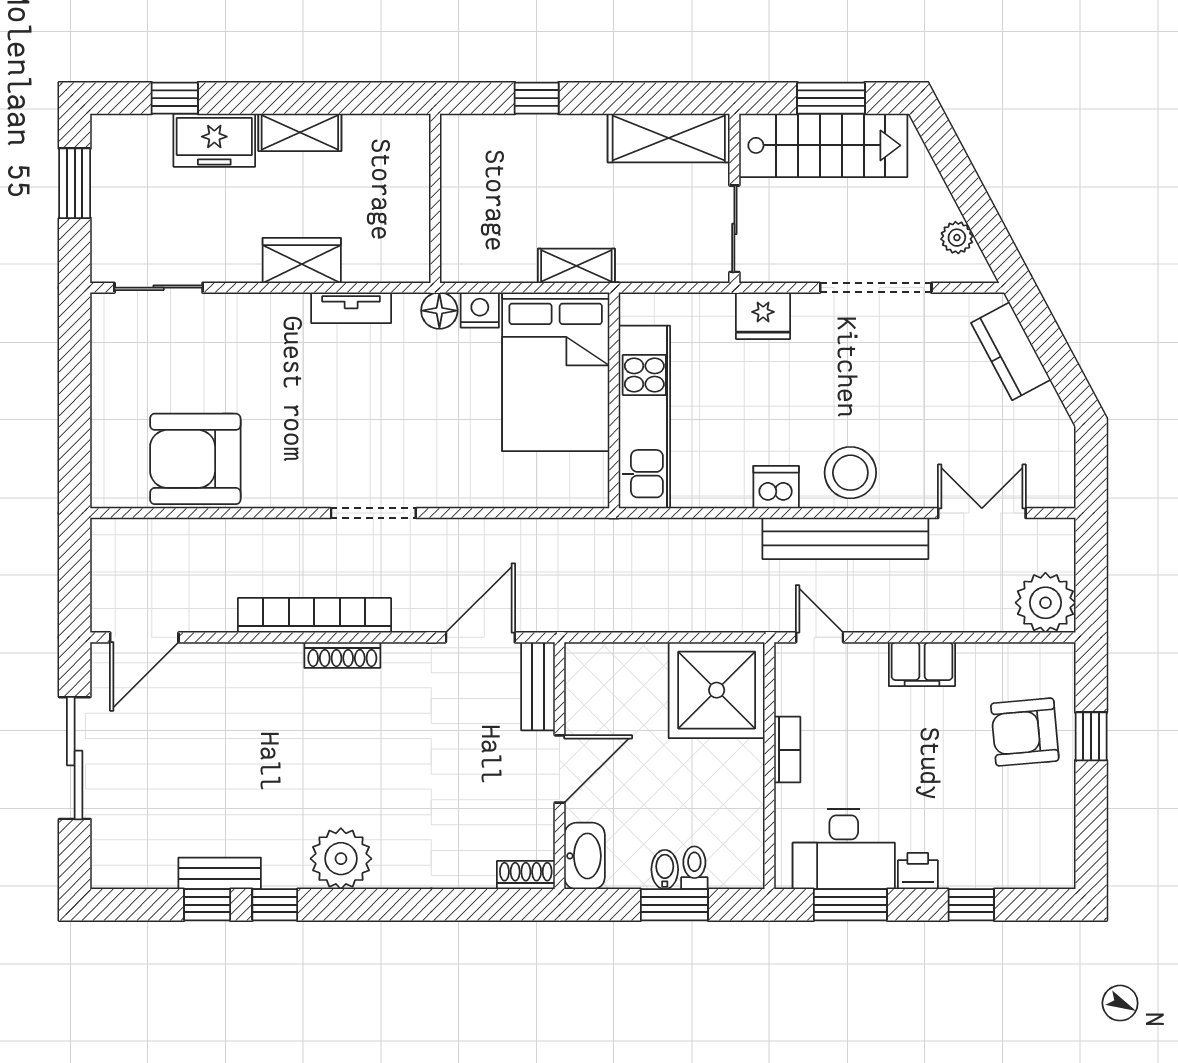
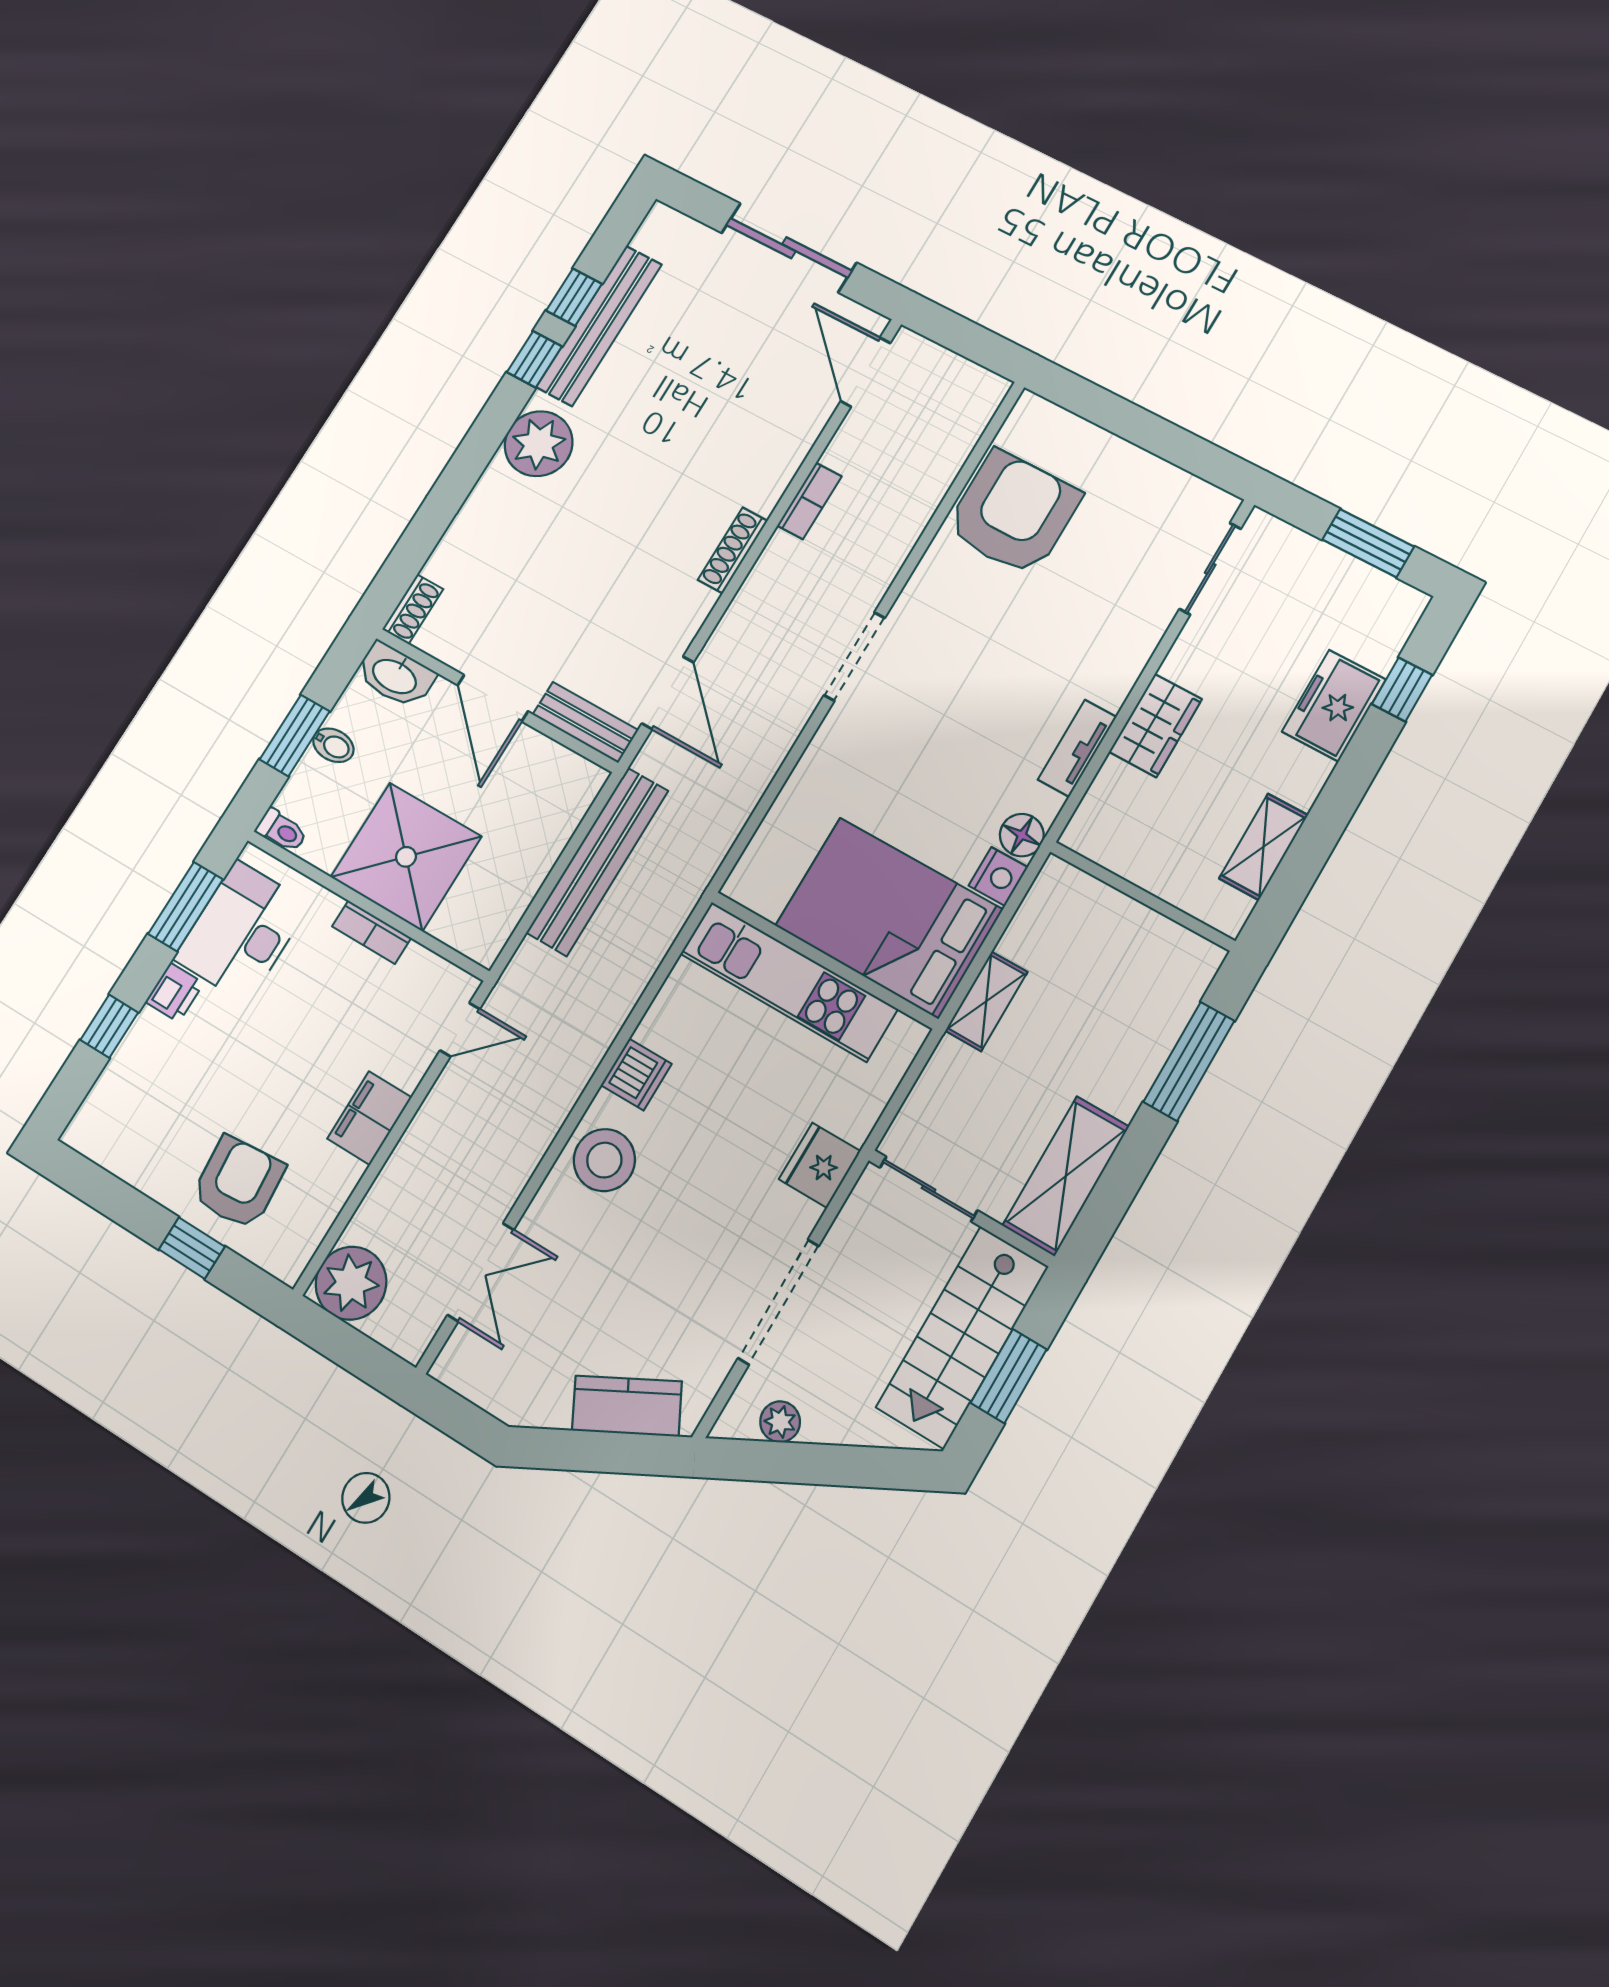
window: (537, 98) -> (1189, 1061), width x2.17
shelving: (300, 132) -> (1264, 847), moved
bench: (845, 538) -> (597, 862), moved
bookcase: (314, 615) -> (809, 501), width x0.43, depth x0.76
shower: (717, 690) -> (406, 857), moved
toilet: (694, 868) -> (282, 830), moved
bench: (220, 873) -> (599, 326), width x1.86, depth x1.21

